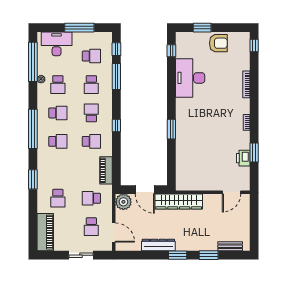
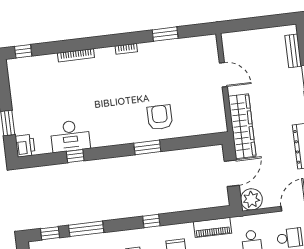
armchair: (218, 43) -> (160, 117), moved
window: (171, 51) -> (75, 156), moved
desk: (190, 78) -> (70, 136), width x0.73, depth x0.77
printer: (243, 158) -> (25, 146), moved, turned -90
door: (232, 192) -> (223, 75), moved

